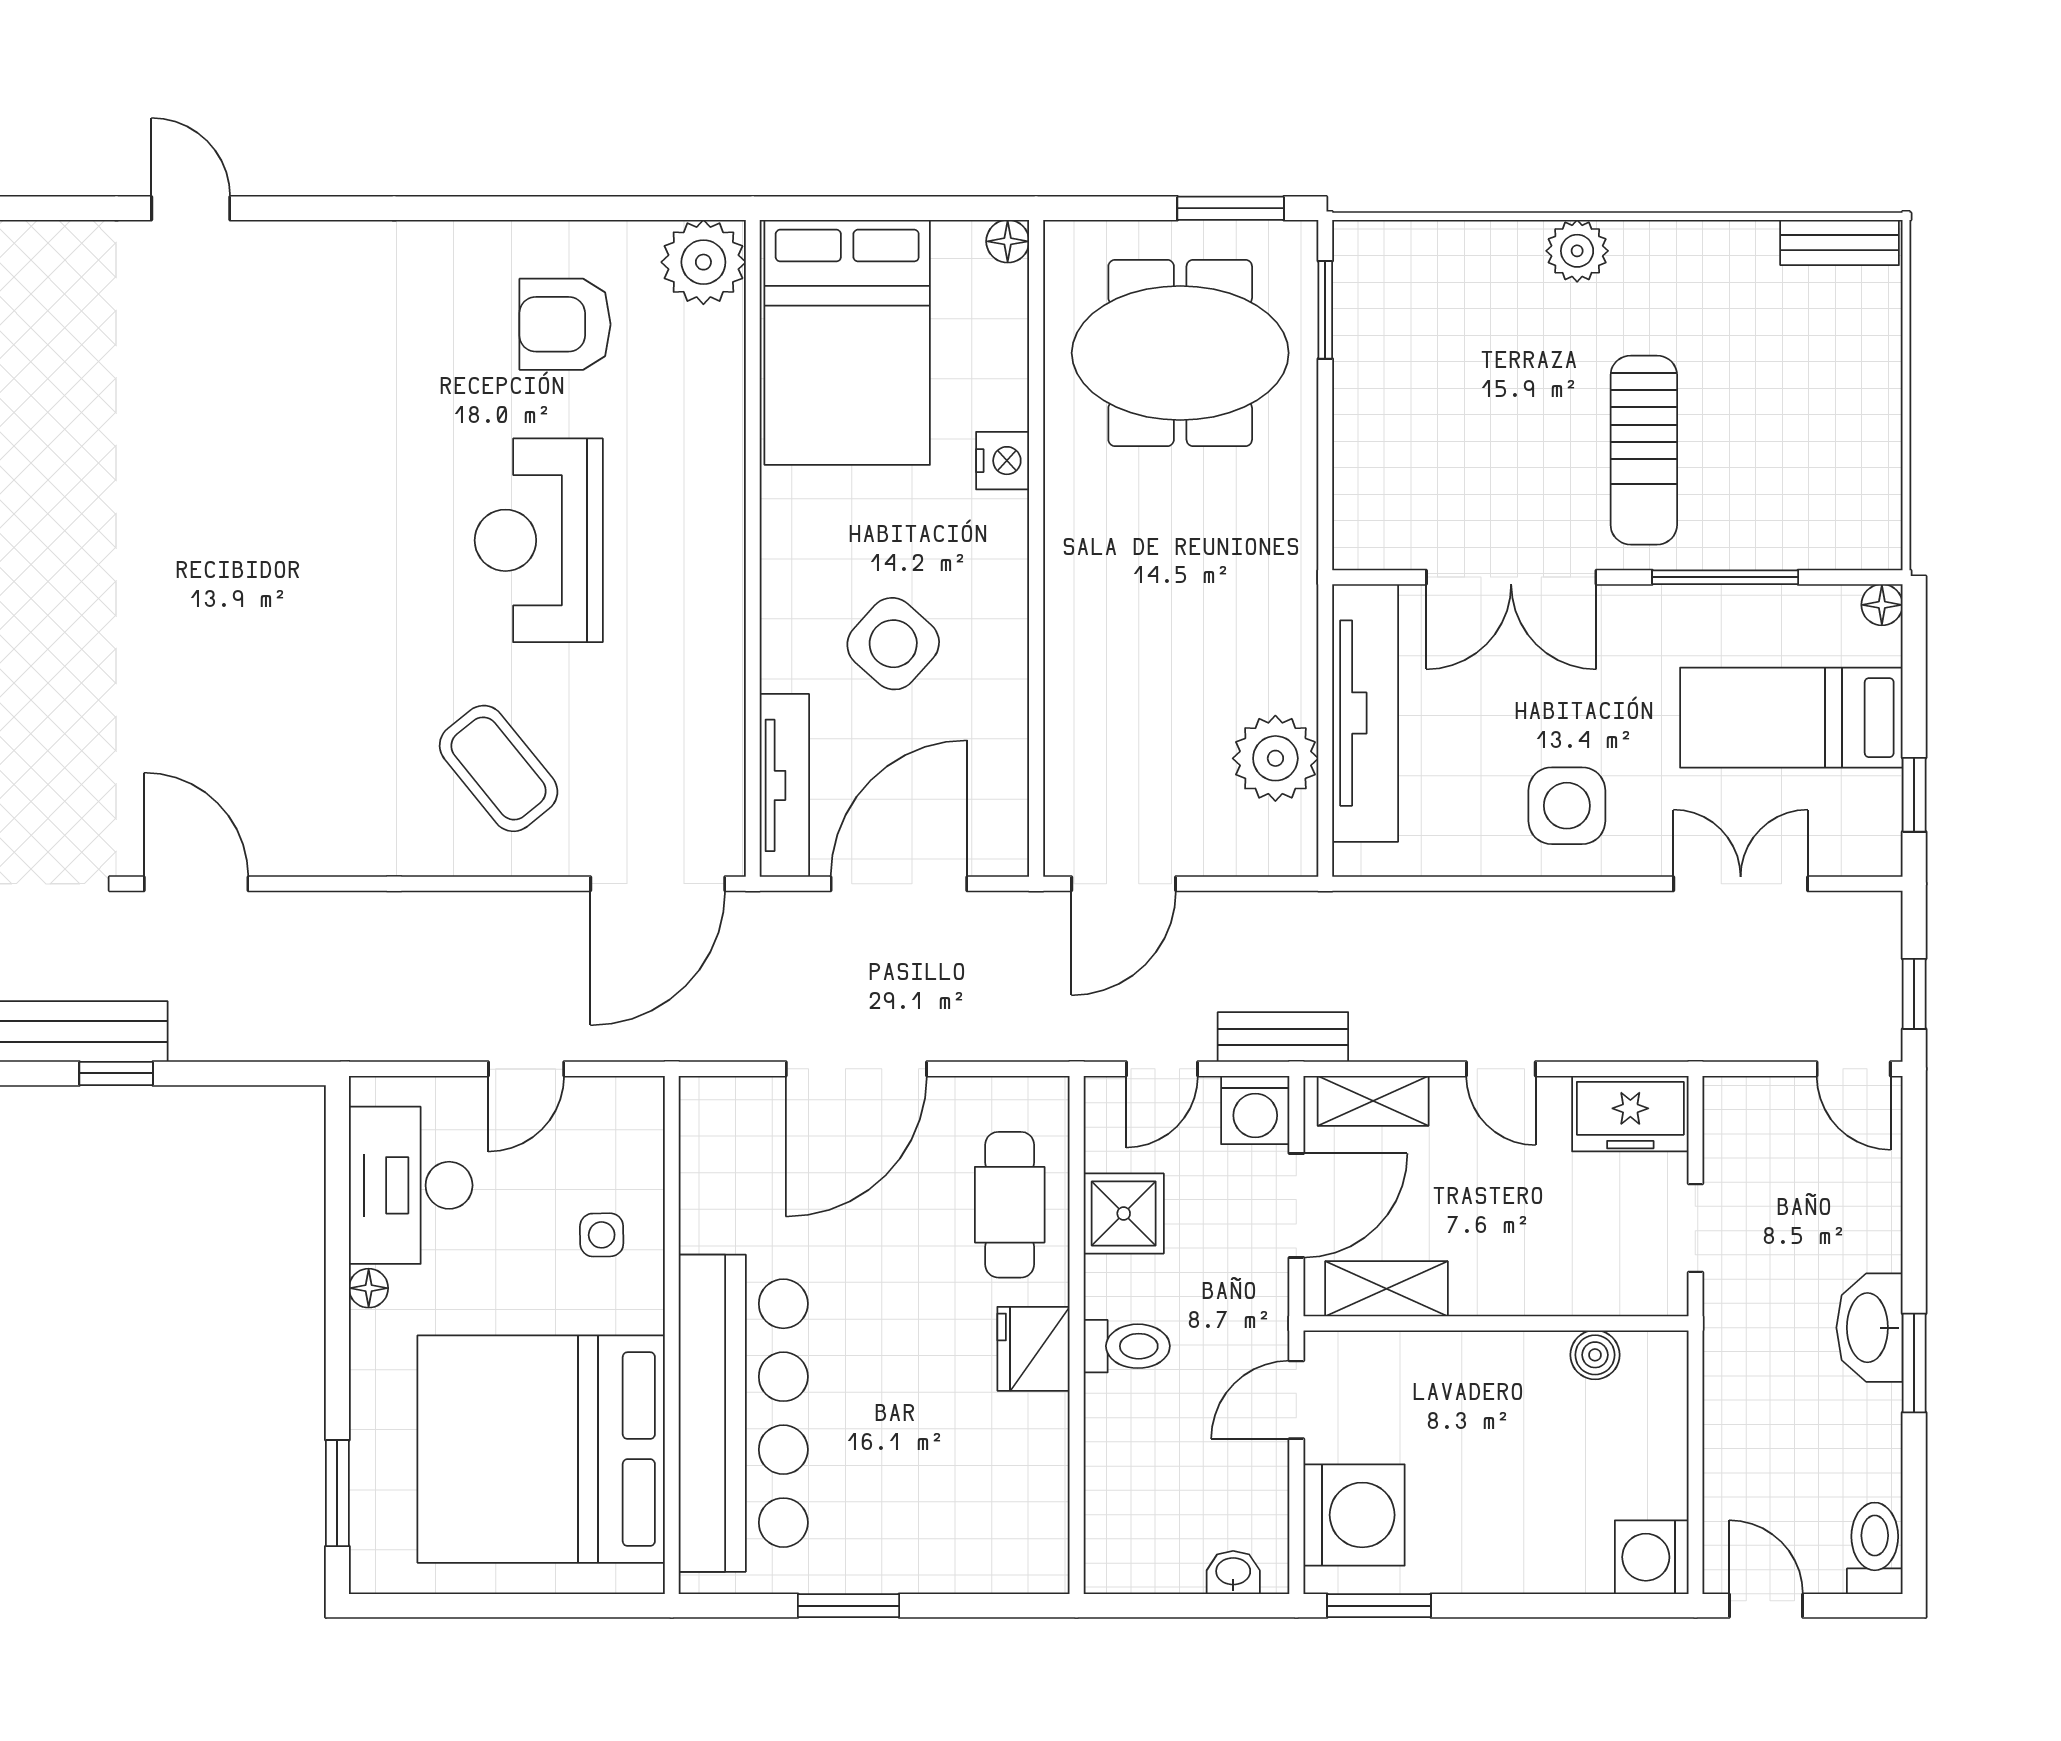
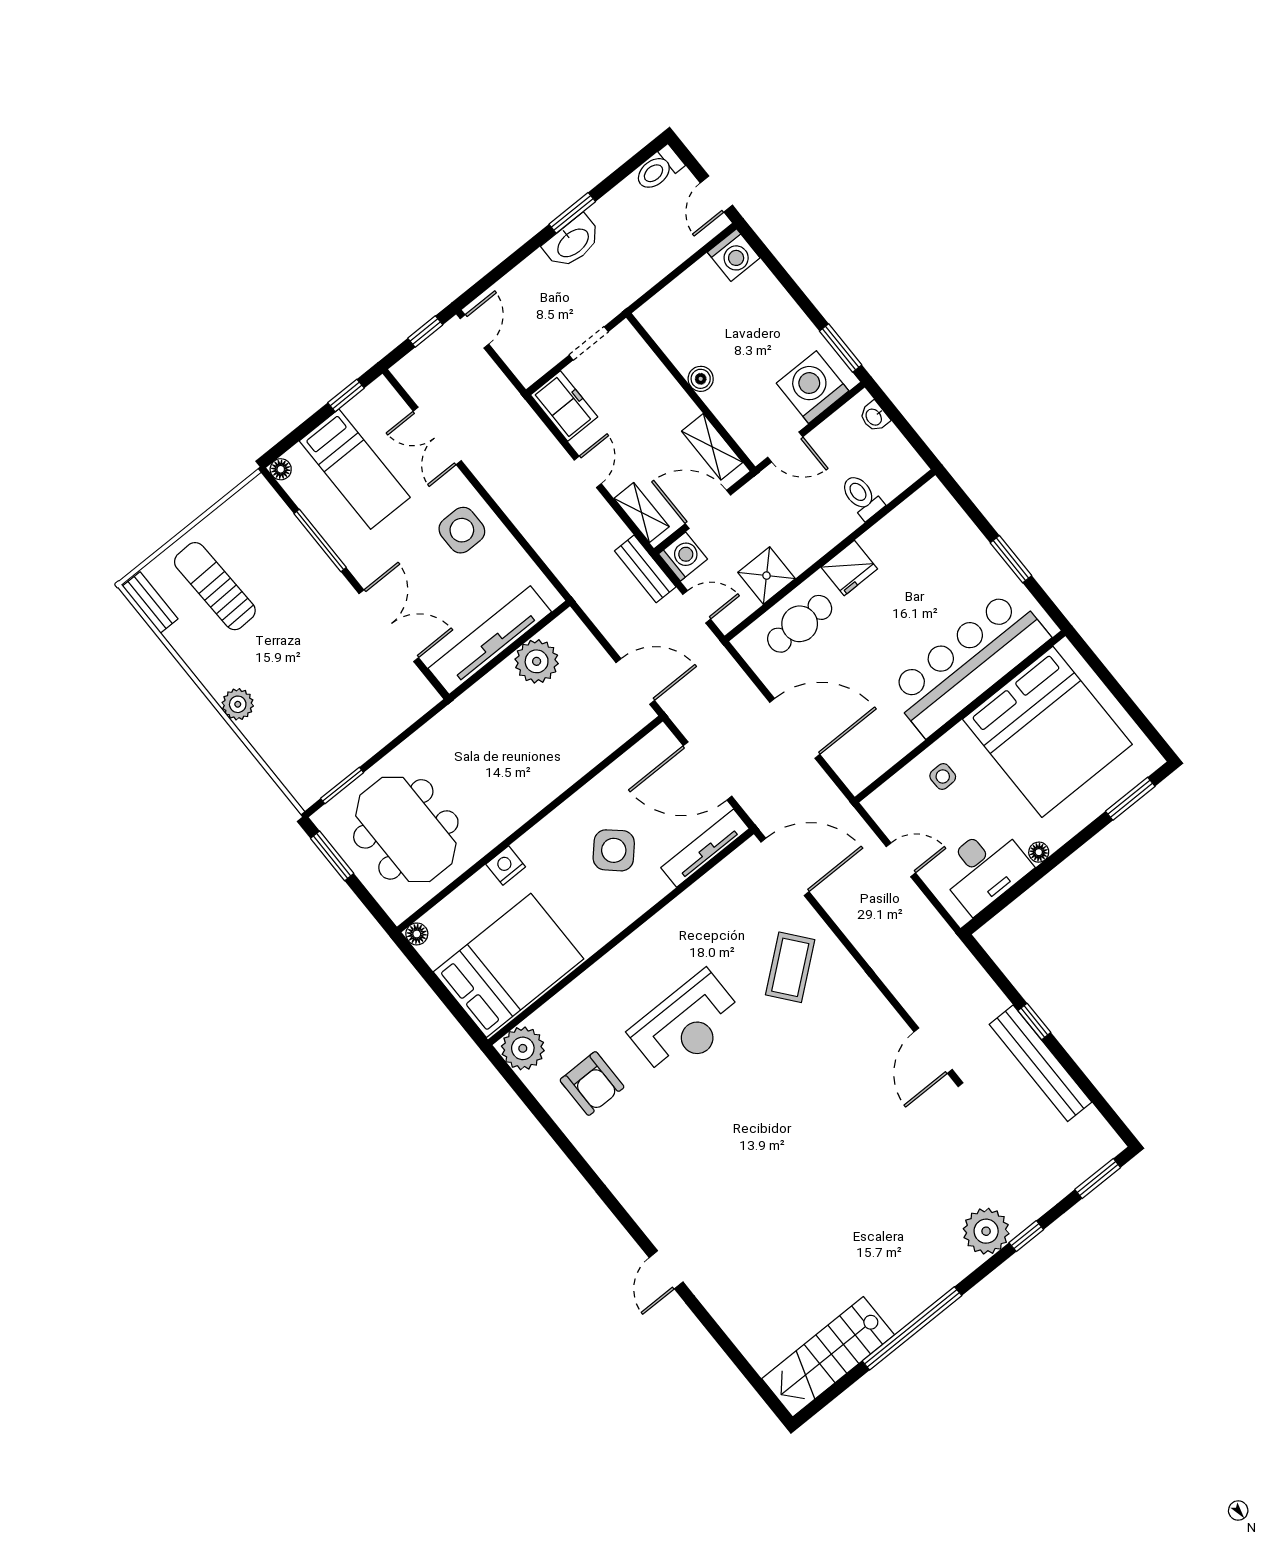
sun lounger: (1644, 450) -> (215, 586), moved, turned -92
toilet: (1127, 1346) -> (862, 497), moved
boiler: (1595, 1355) -> (701, 379), moved

